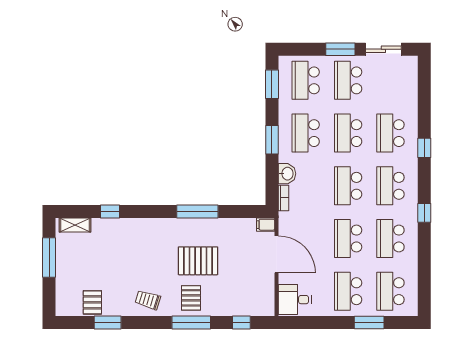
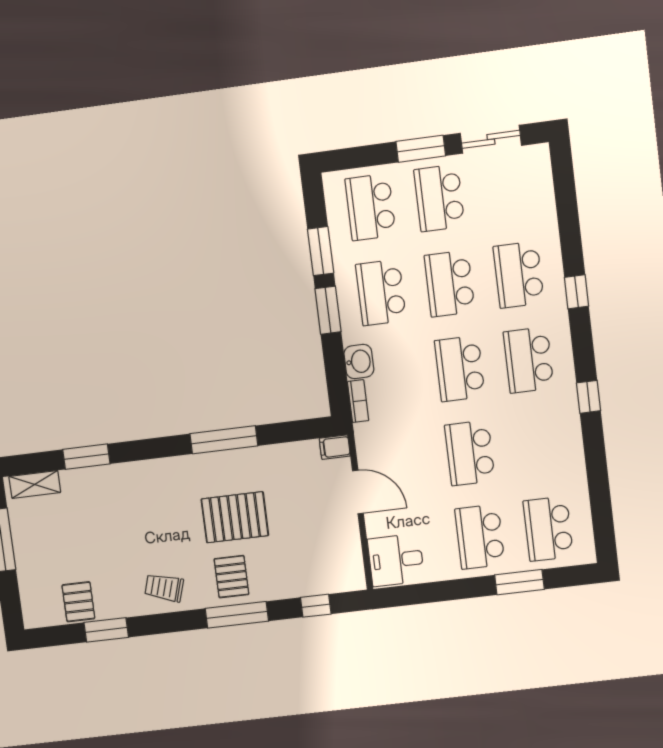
window: (272, 84) -> (321, 251), moved
window: (110, 212) -> (86, 457), width x1.50
school desk: (390, 239) -> (538, 445), removed
door: (276, 254) -> (358, 492), width x0.73

